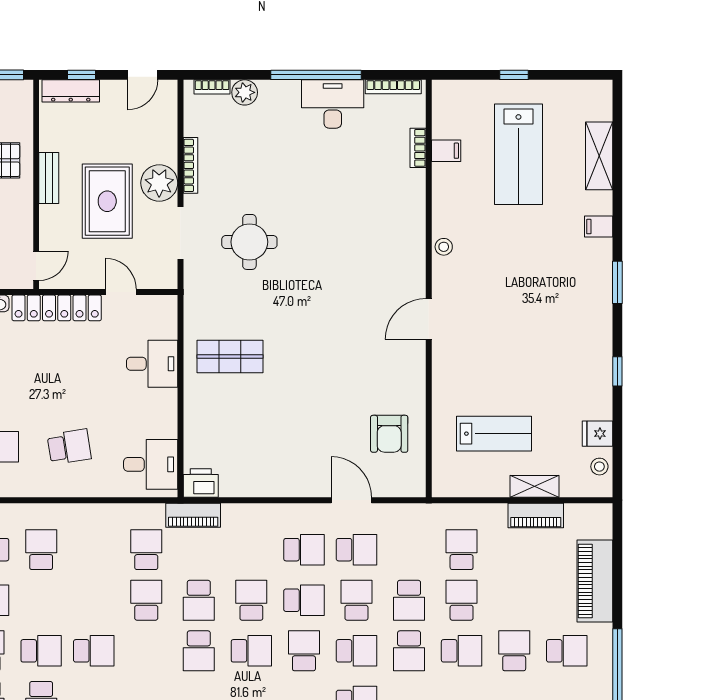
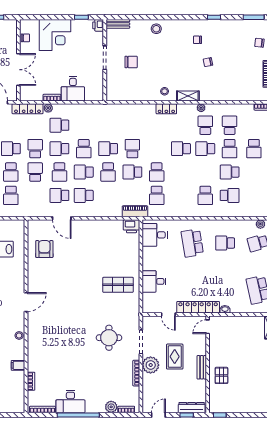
filing cabinet: (446, 151) -> (18, 365), moved
rug: (107, 201) -> (175, 357), width x0.73, depth x0.70
school desk: (69, 447) -> (192, 243), width x1.85
school desk: (199, 600) -> (132, 172), turned -90

